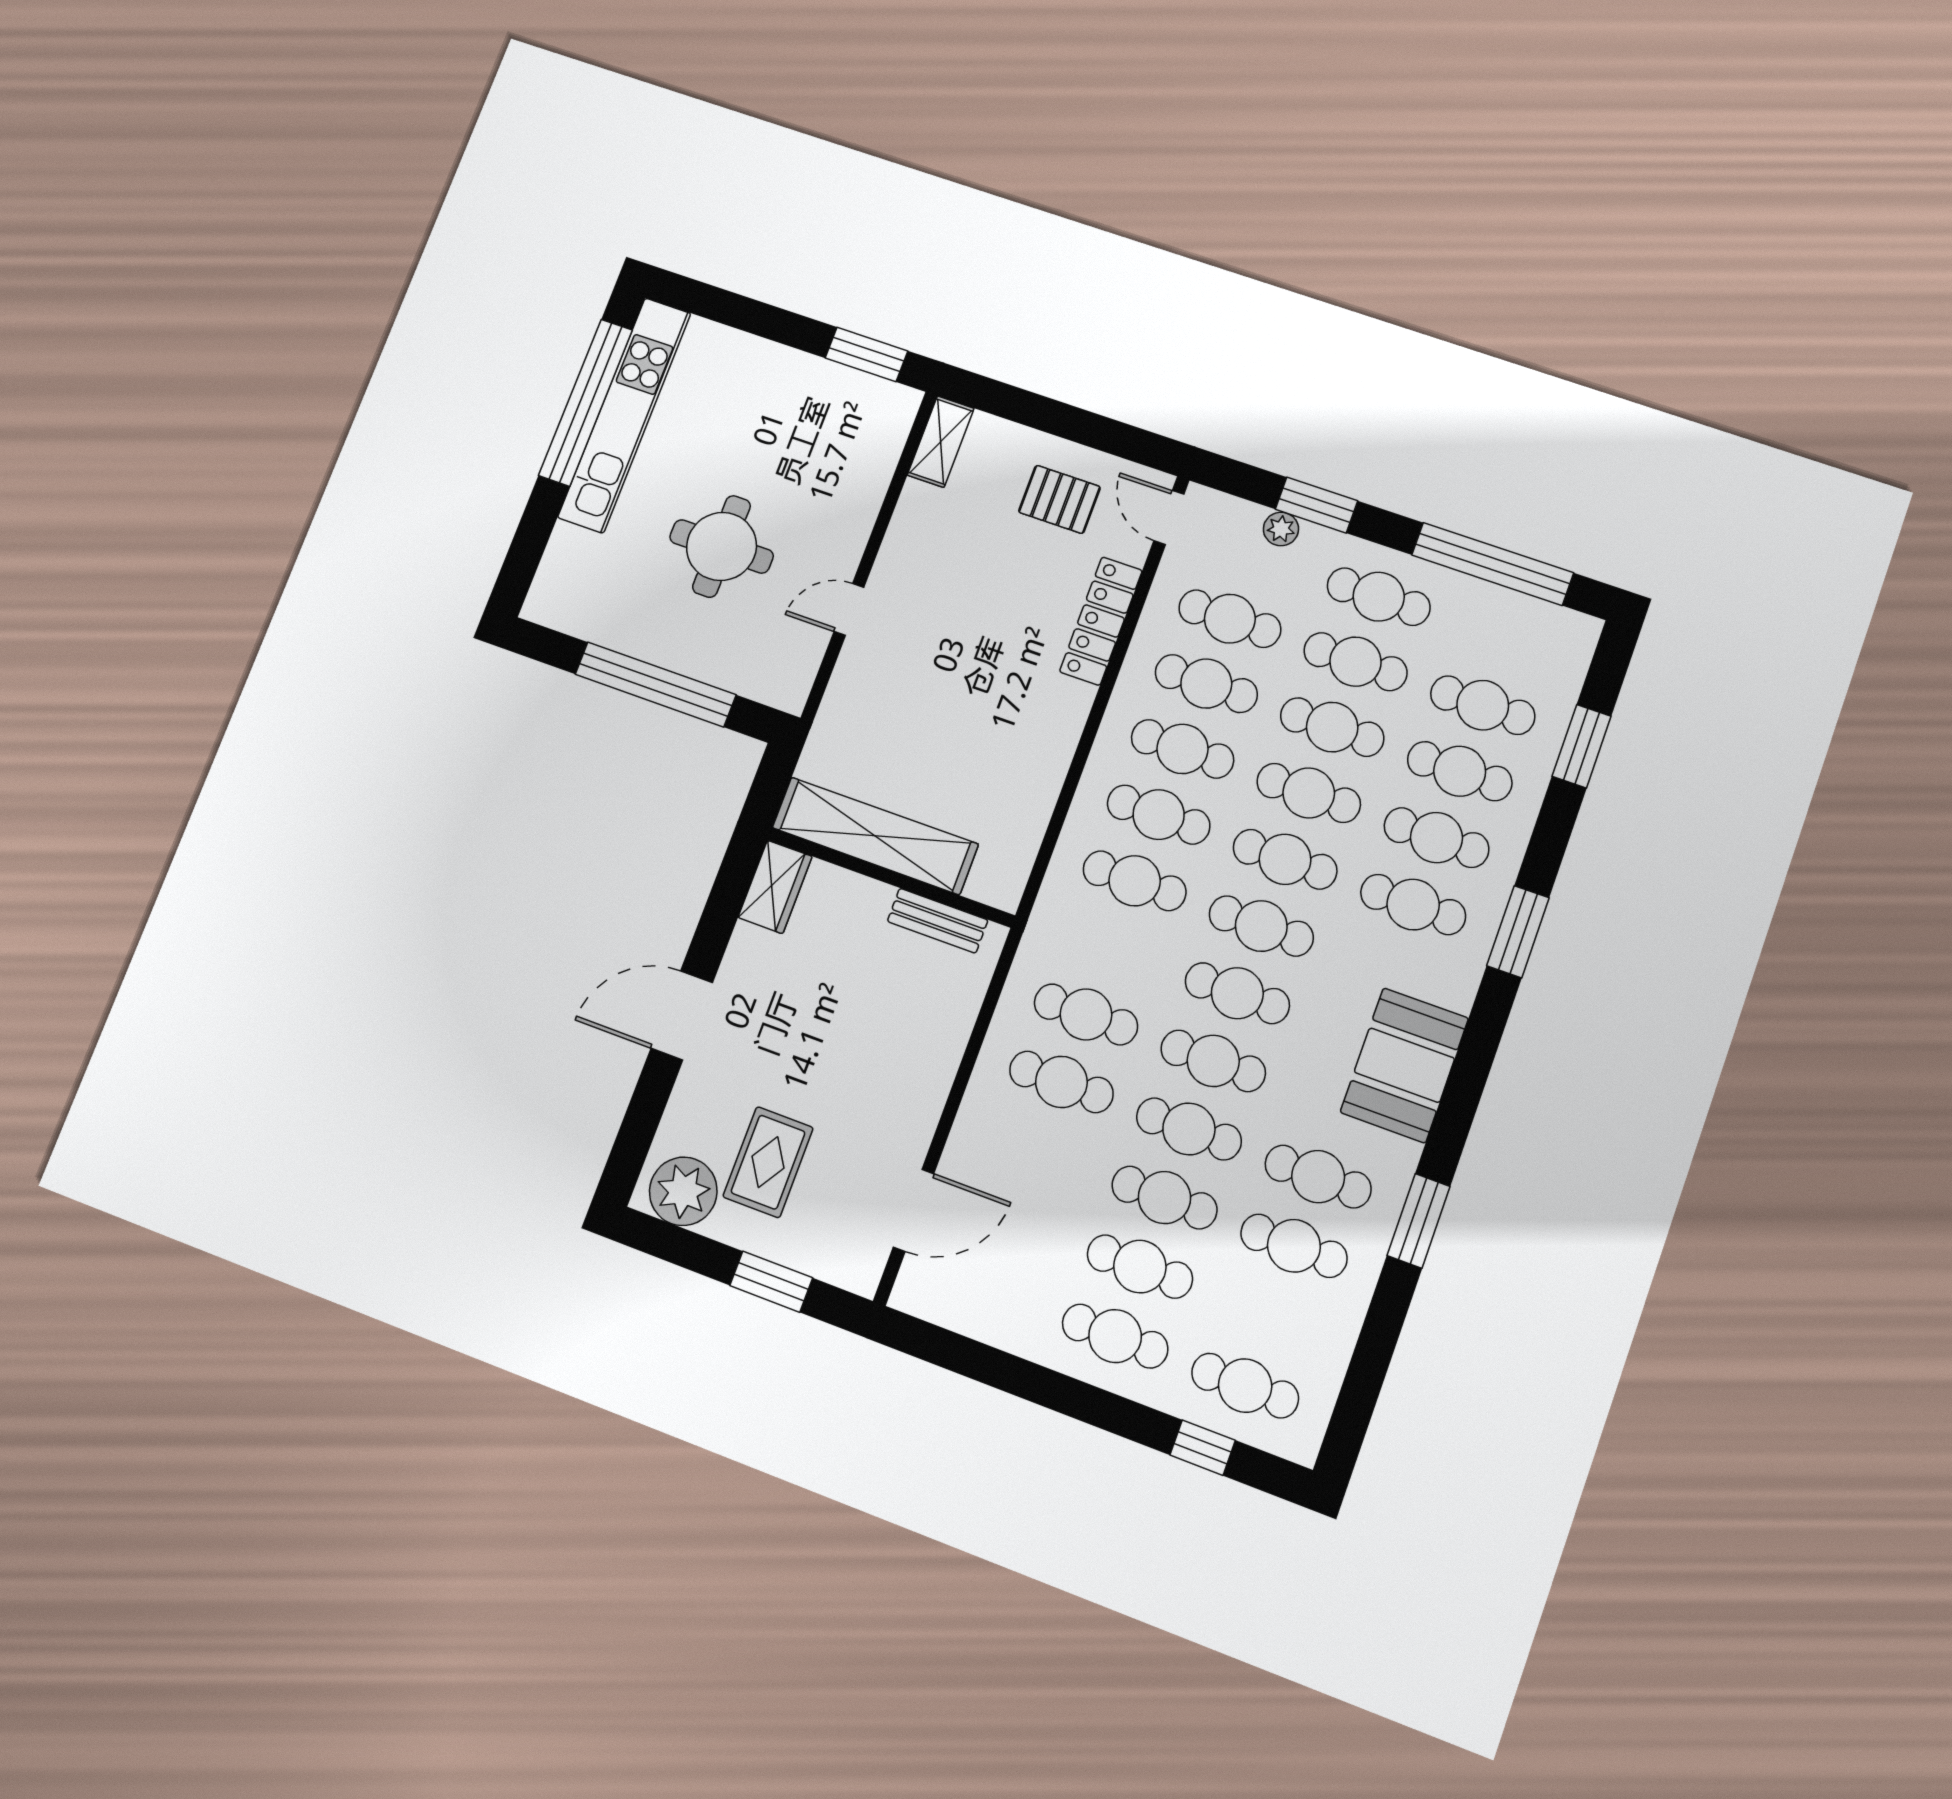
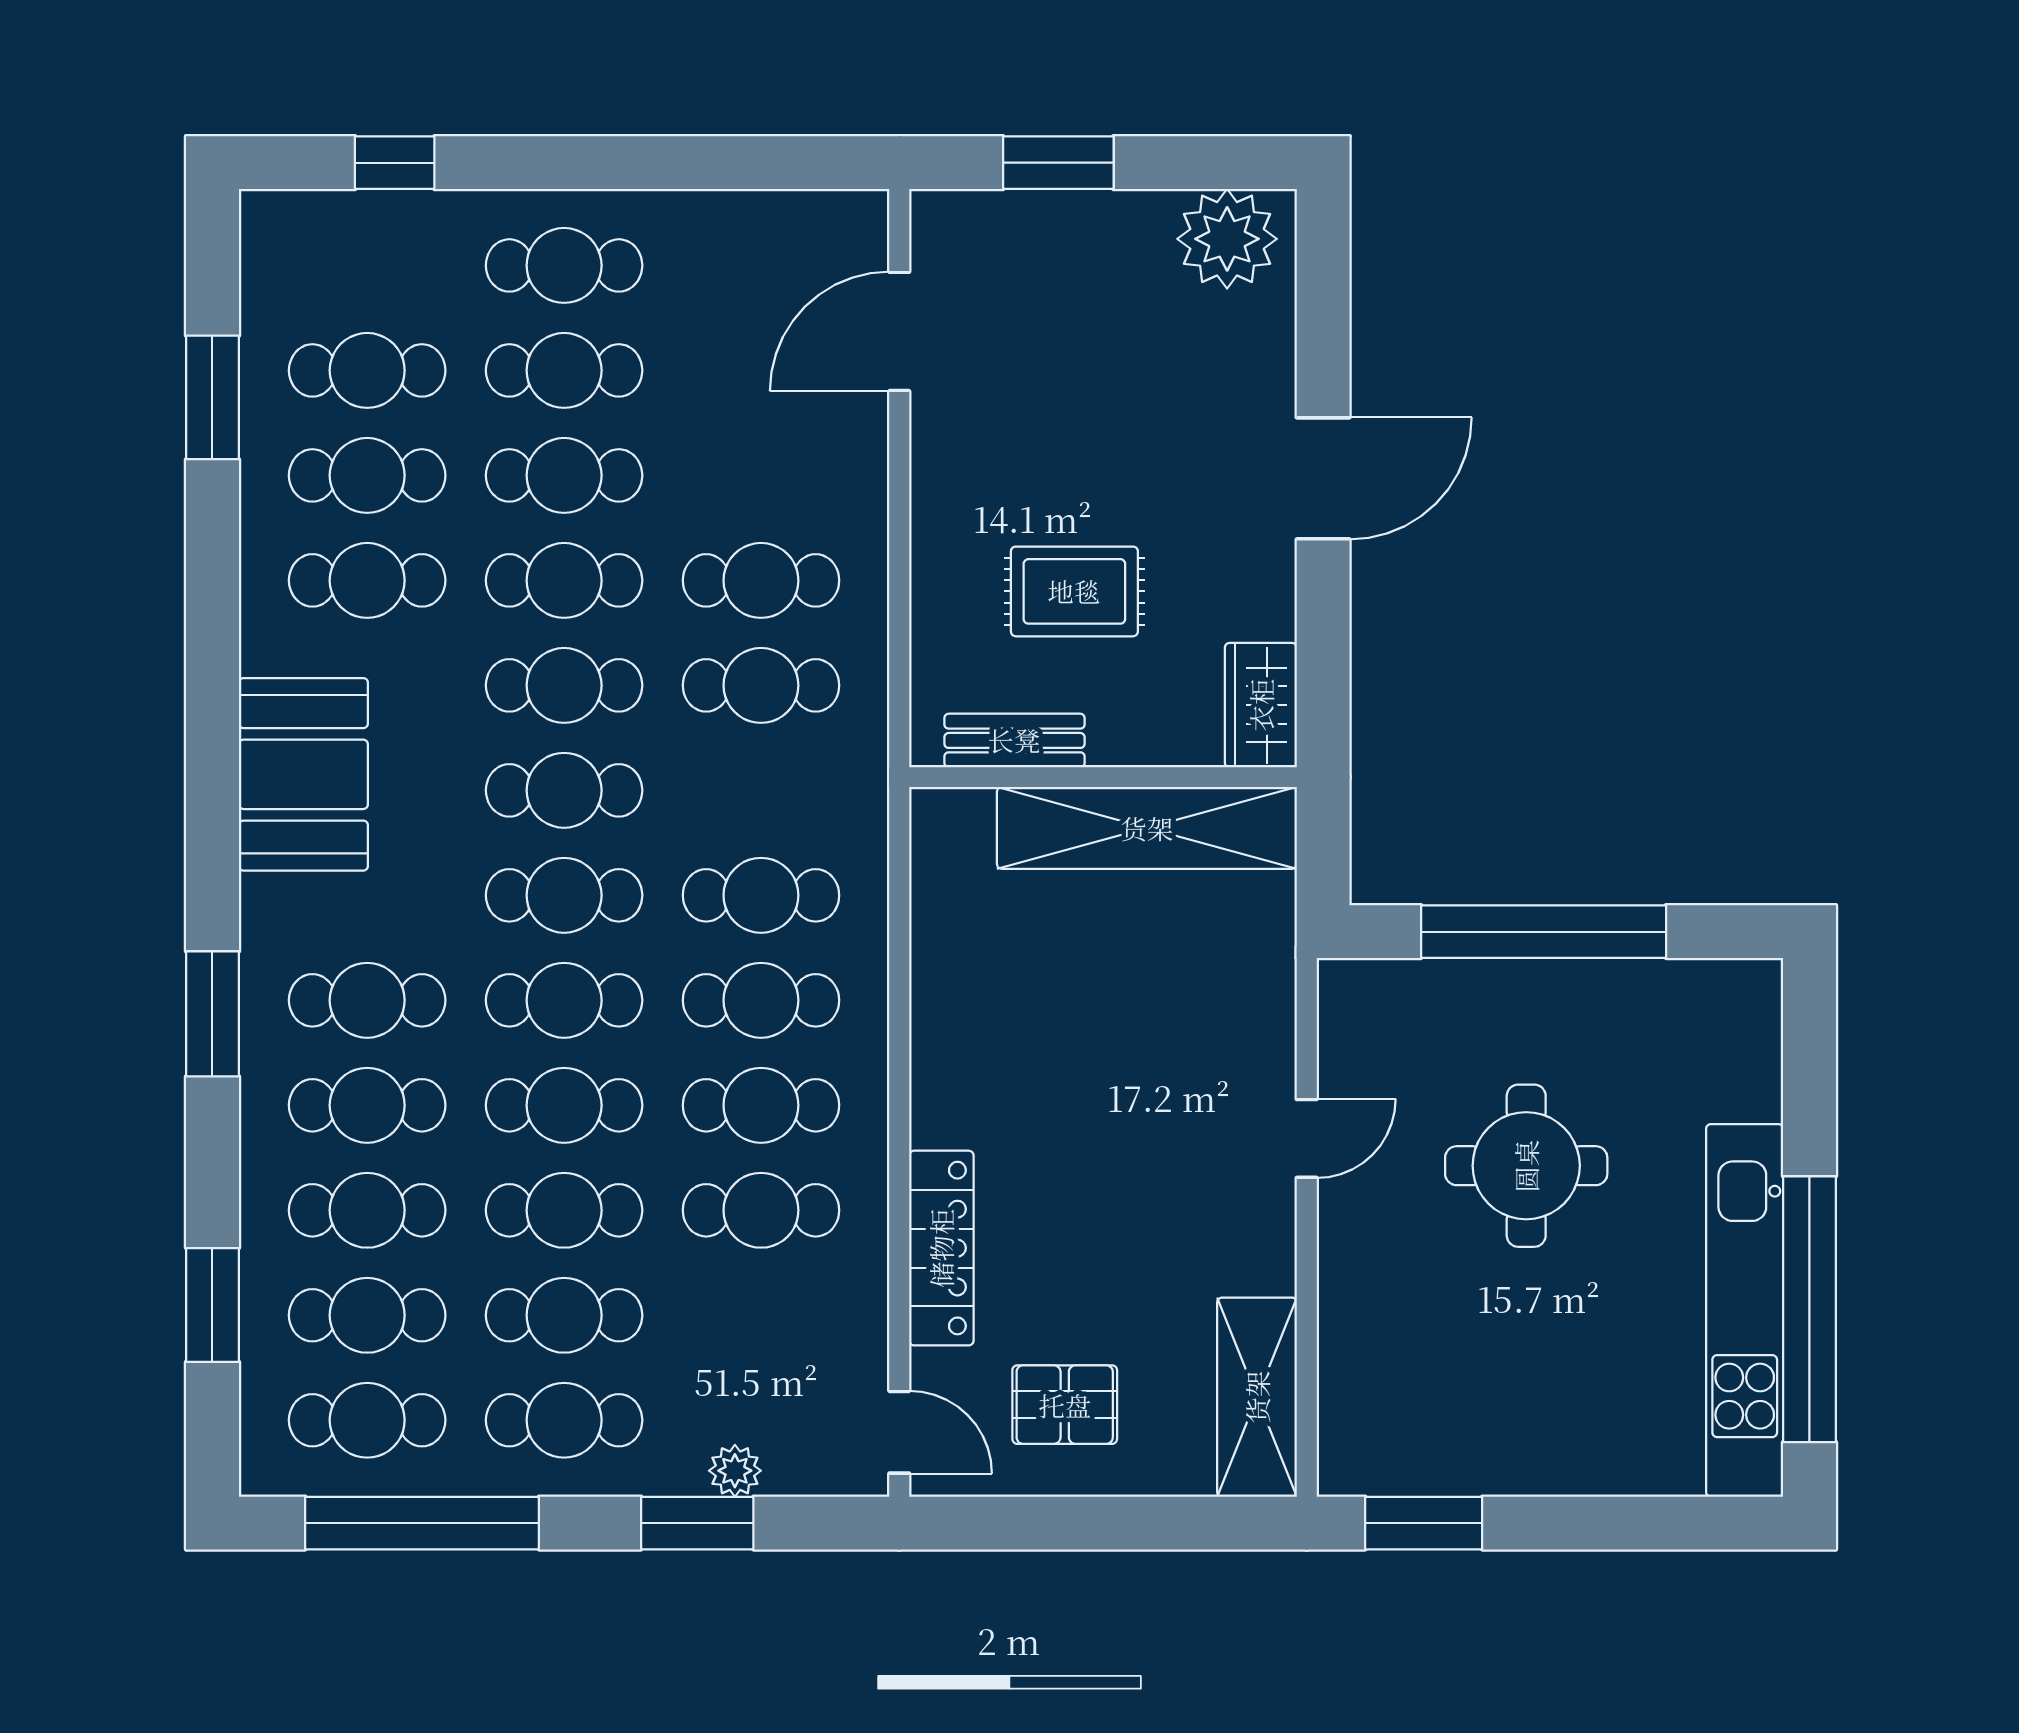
shelving: (941, 442) -> (1257, 1397), width x1.50, depth x1.33
cafe table: (1230, 619) -> (367, 1420), moved
rug: (768, 1162) -> (1074, 591), moved, turned 90
window: (1419, 1221) -> (212, 397), moved
cafe table: (1245, 1386) -> (367, 370), moved

